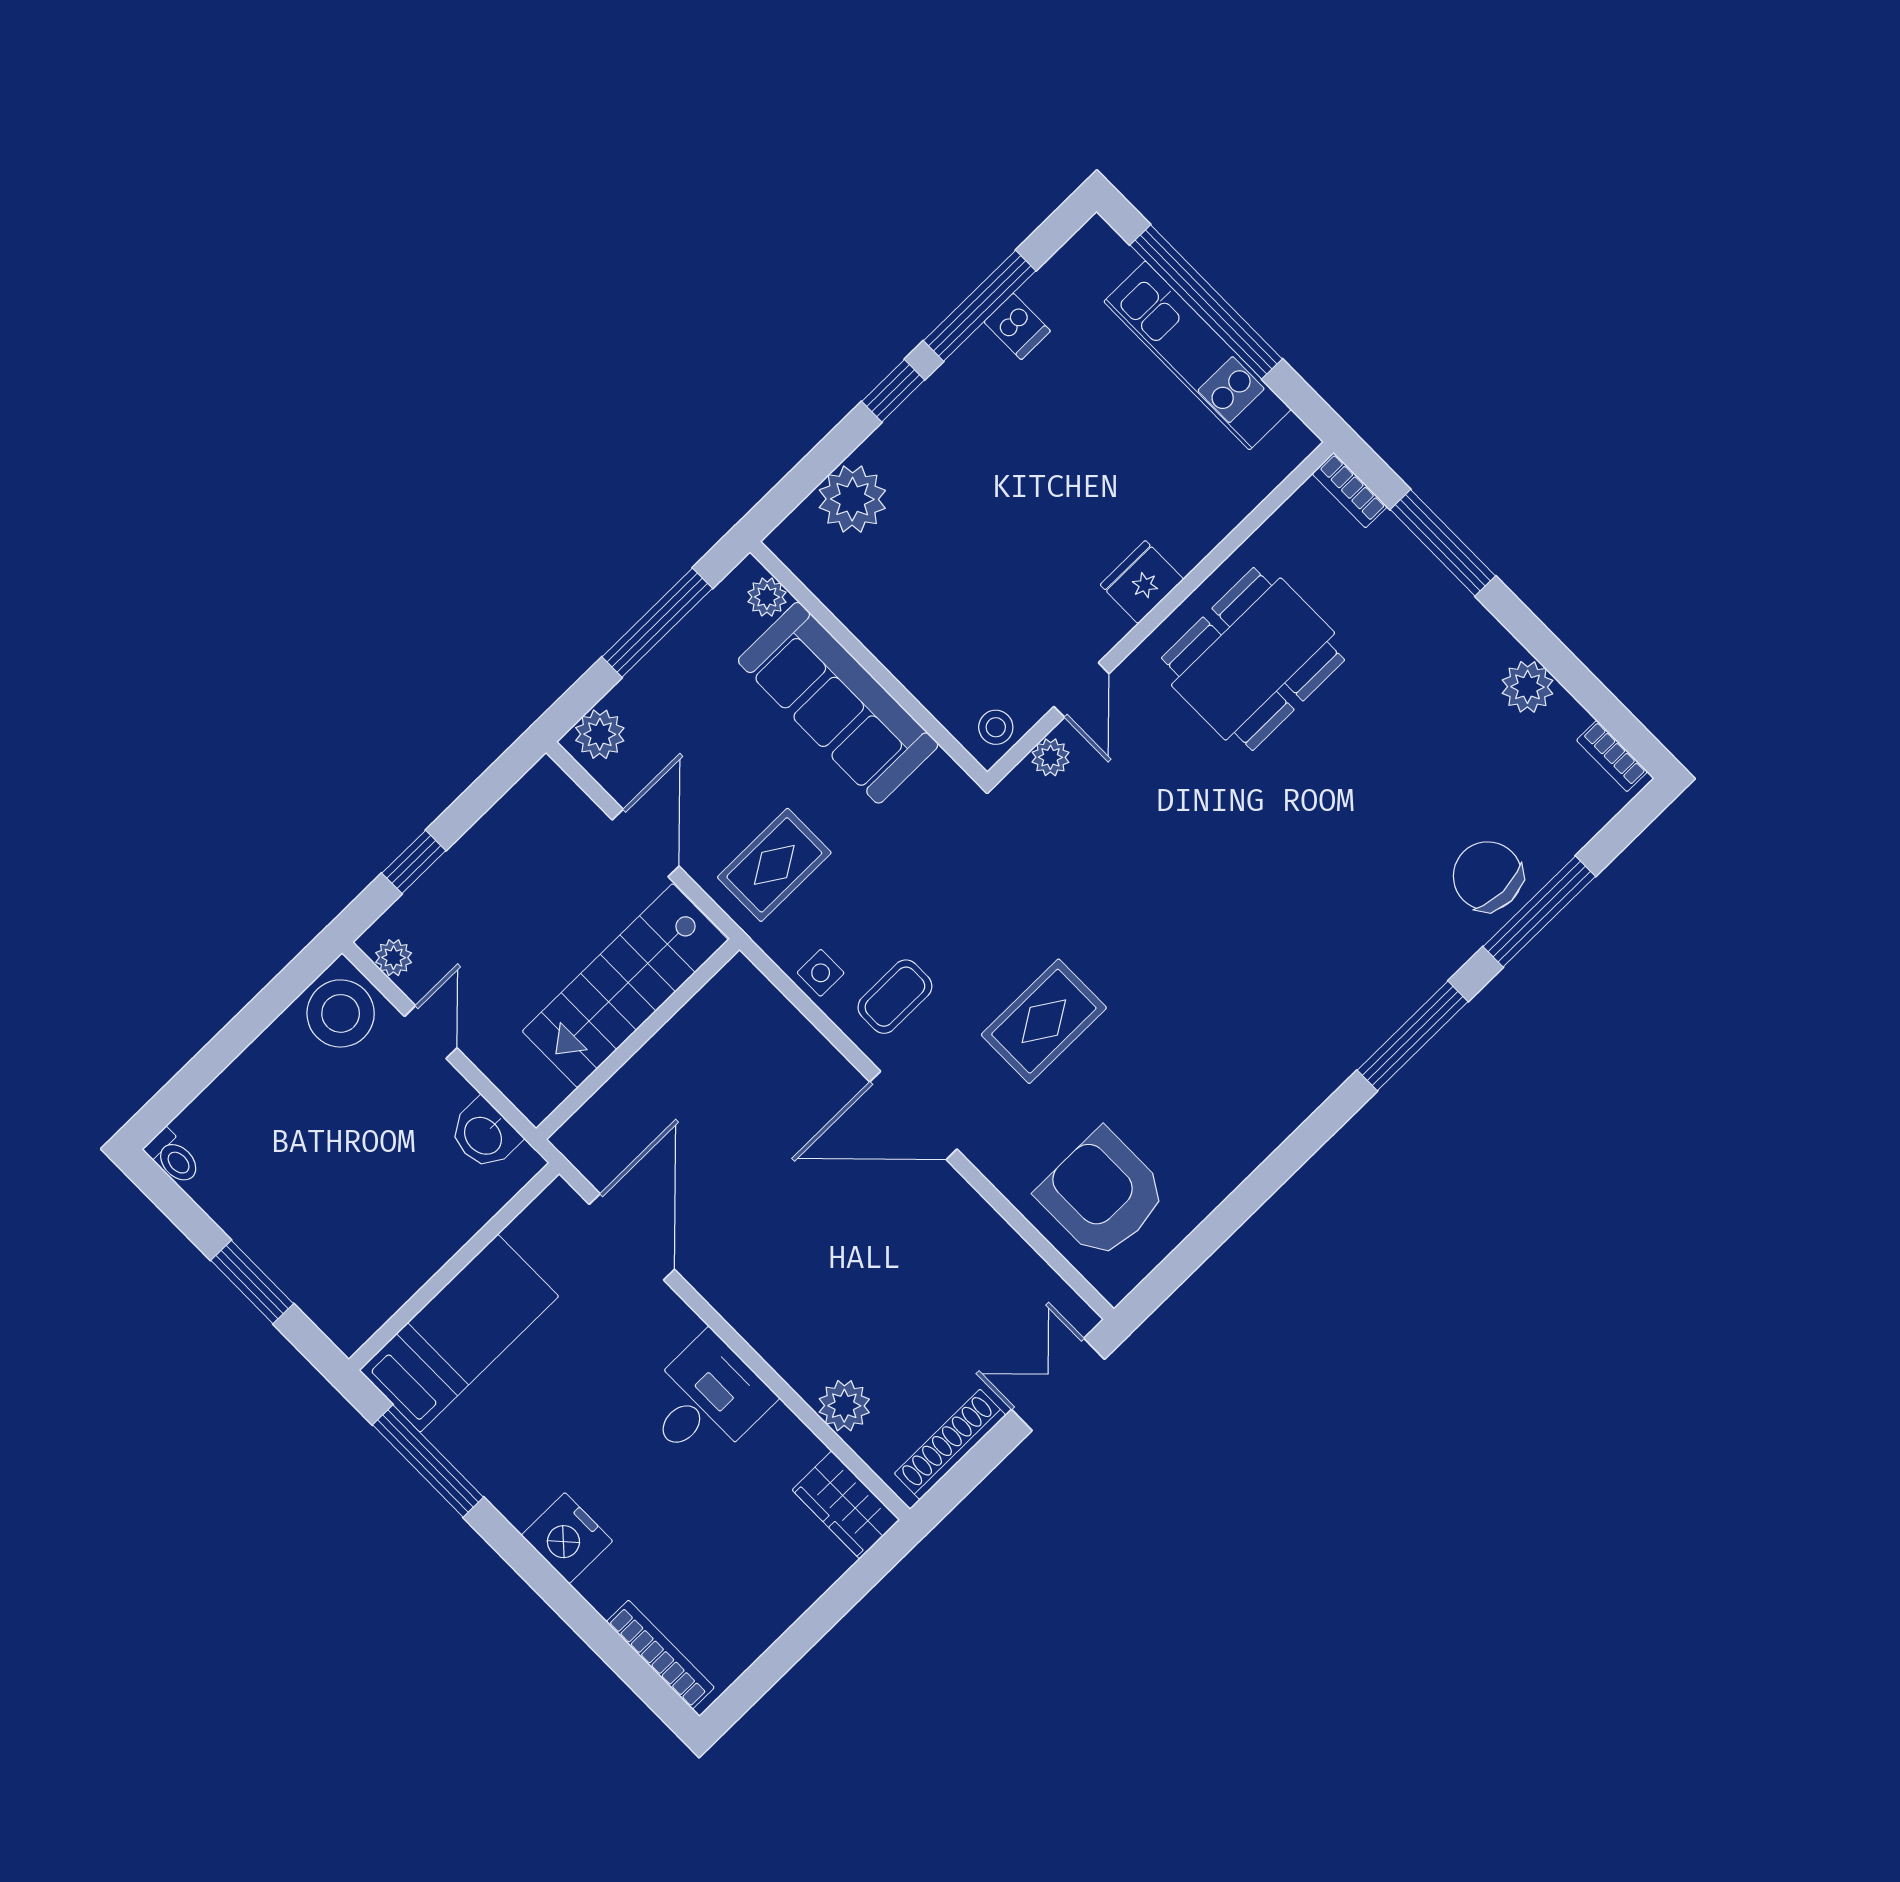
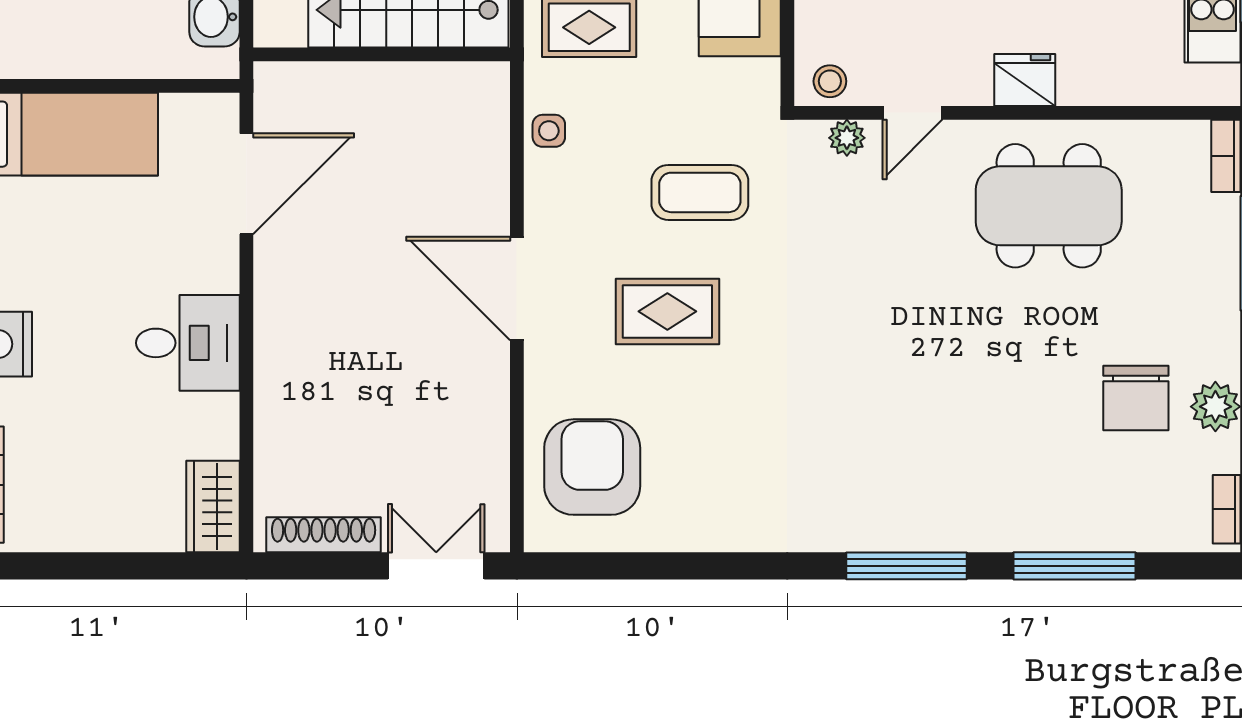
chair: (1488, 876) -> (1136, 398), moved, turned 180
coffee table: (895, 997) -> (700, 192), moved, width x1.36, depth x1.30
plant: (844, 1406) -> (278, 439), removed

